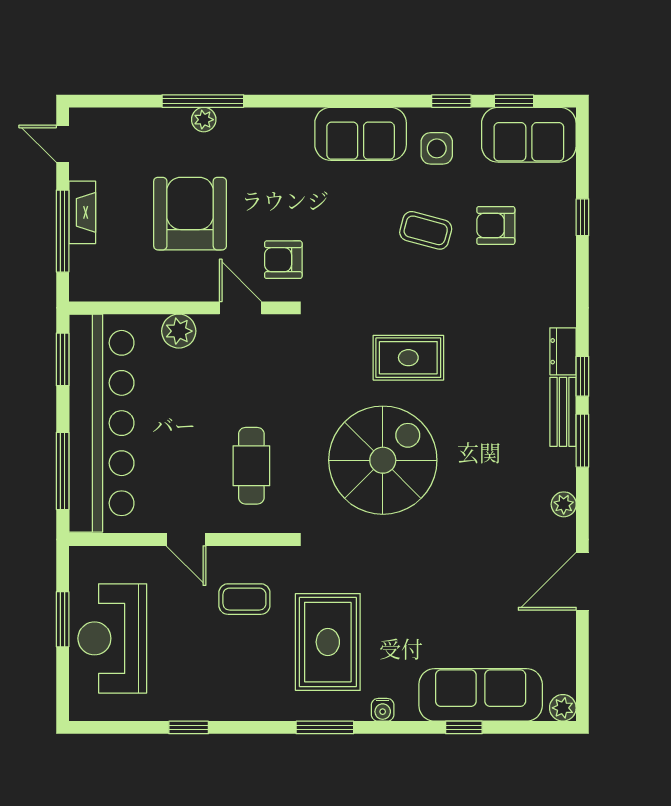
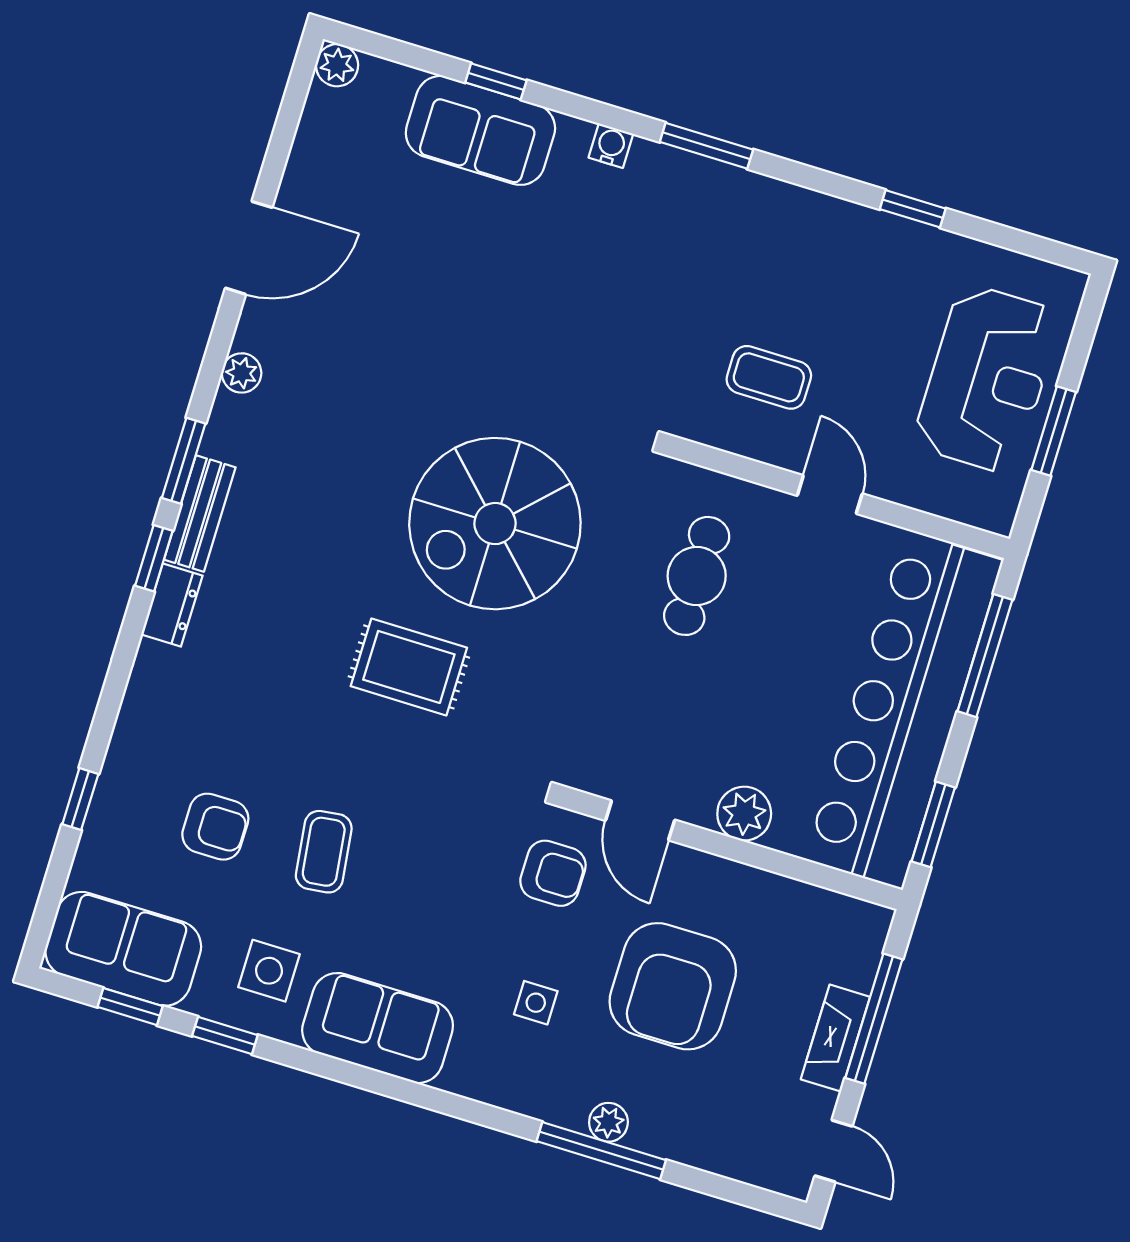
side table: (270, 178) -> (536, 1003), added
coffee table: (426, 230) -> (324, 852), turned 68
rug: (328, 642) -> (662, 274), removed
sofa: (481, 695) -> (480, 130), width x0.73

